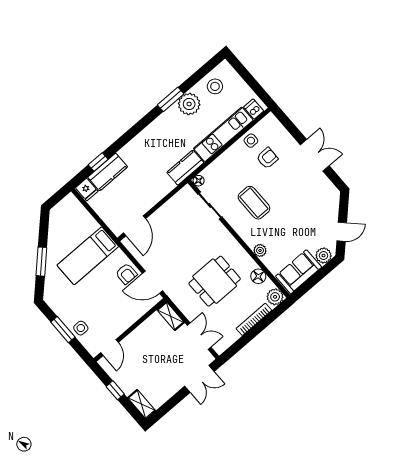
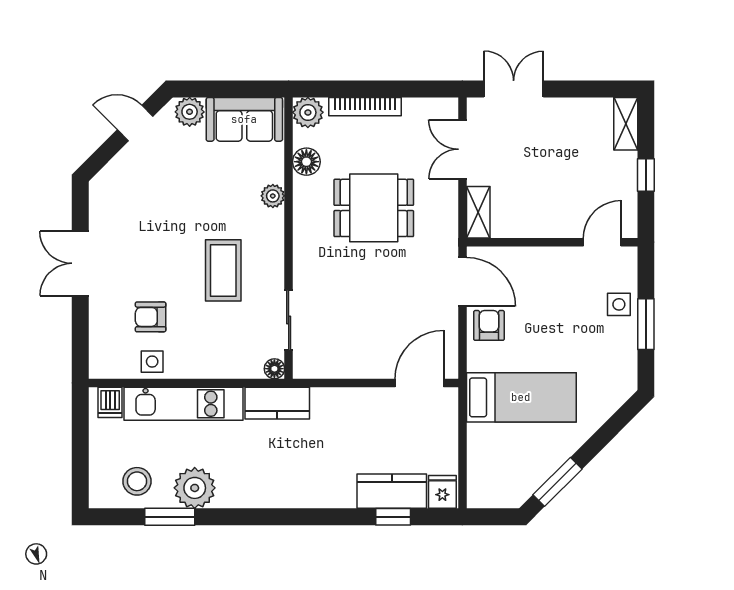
window: (171, 99) -> (170, 517), moved
window: (41, 262) -> (557, 482), moved

